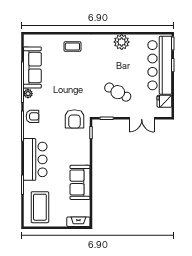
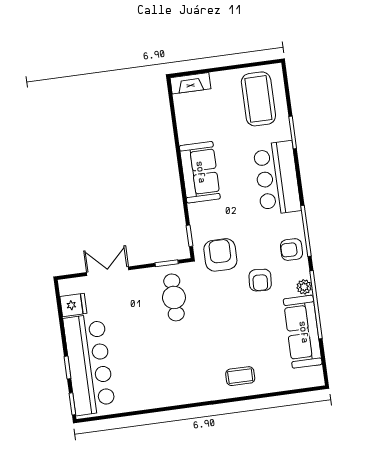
plant: (122, 42) -> (159, 395), removed
cafe table: (118, 92) -> (174, 297), moved, turned 62
armchair: (53, 101) -> (260, 280), added
sofa: (80, 182) -> (200, 172), moved

